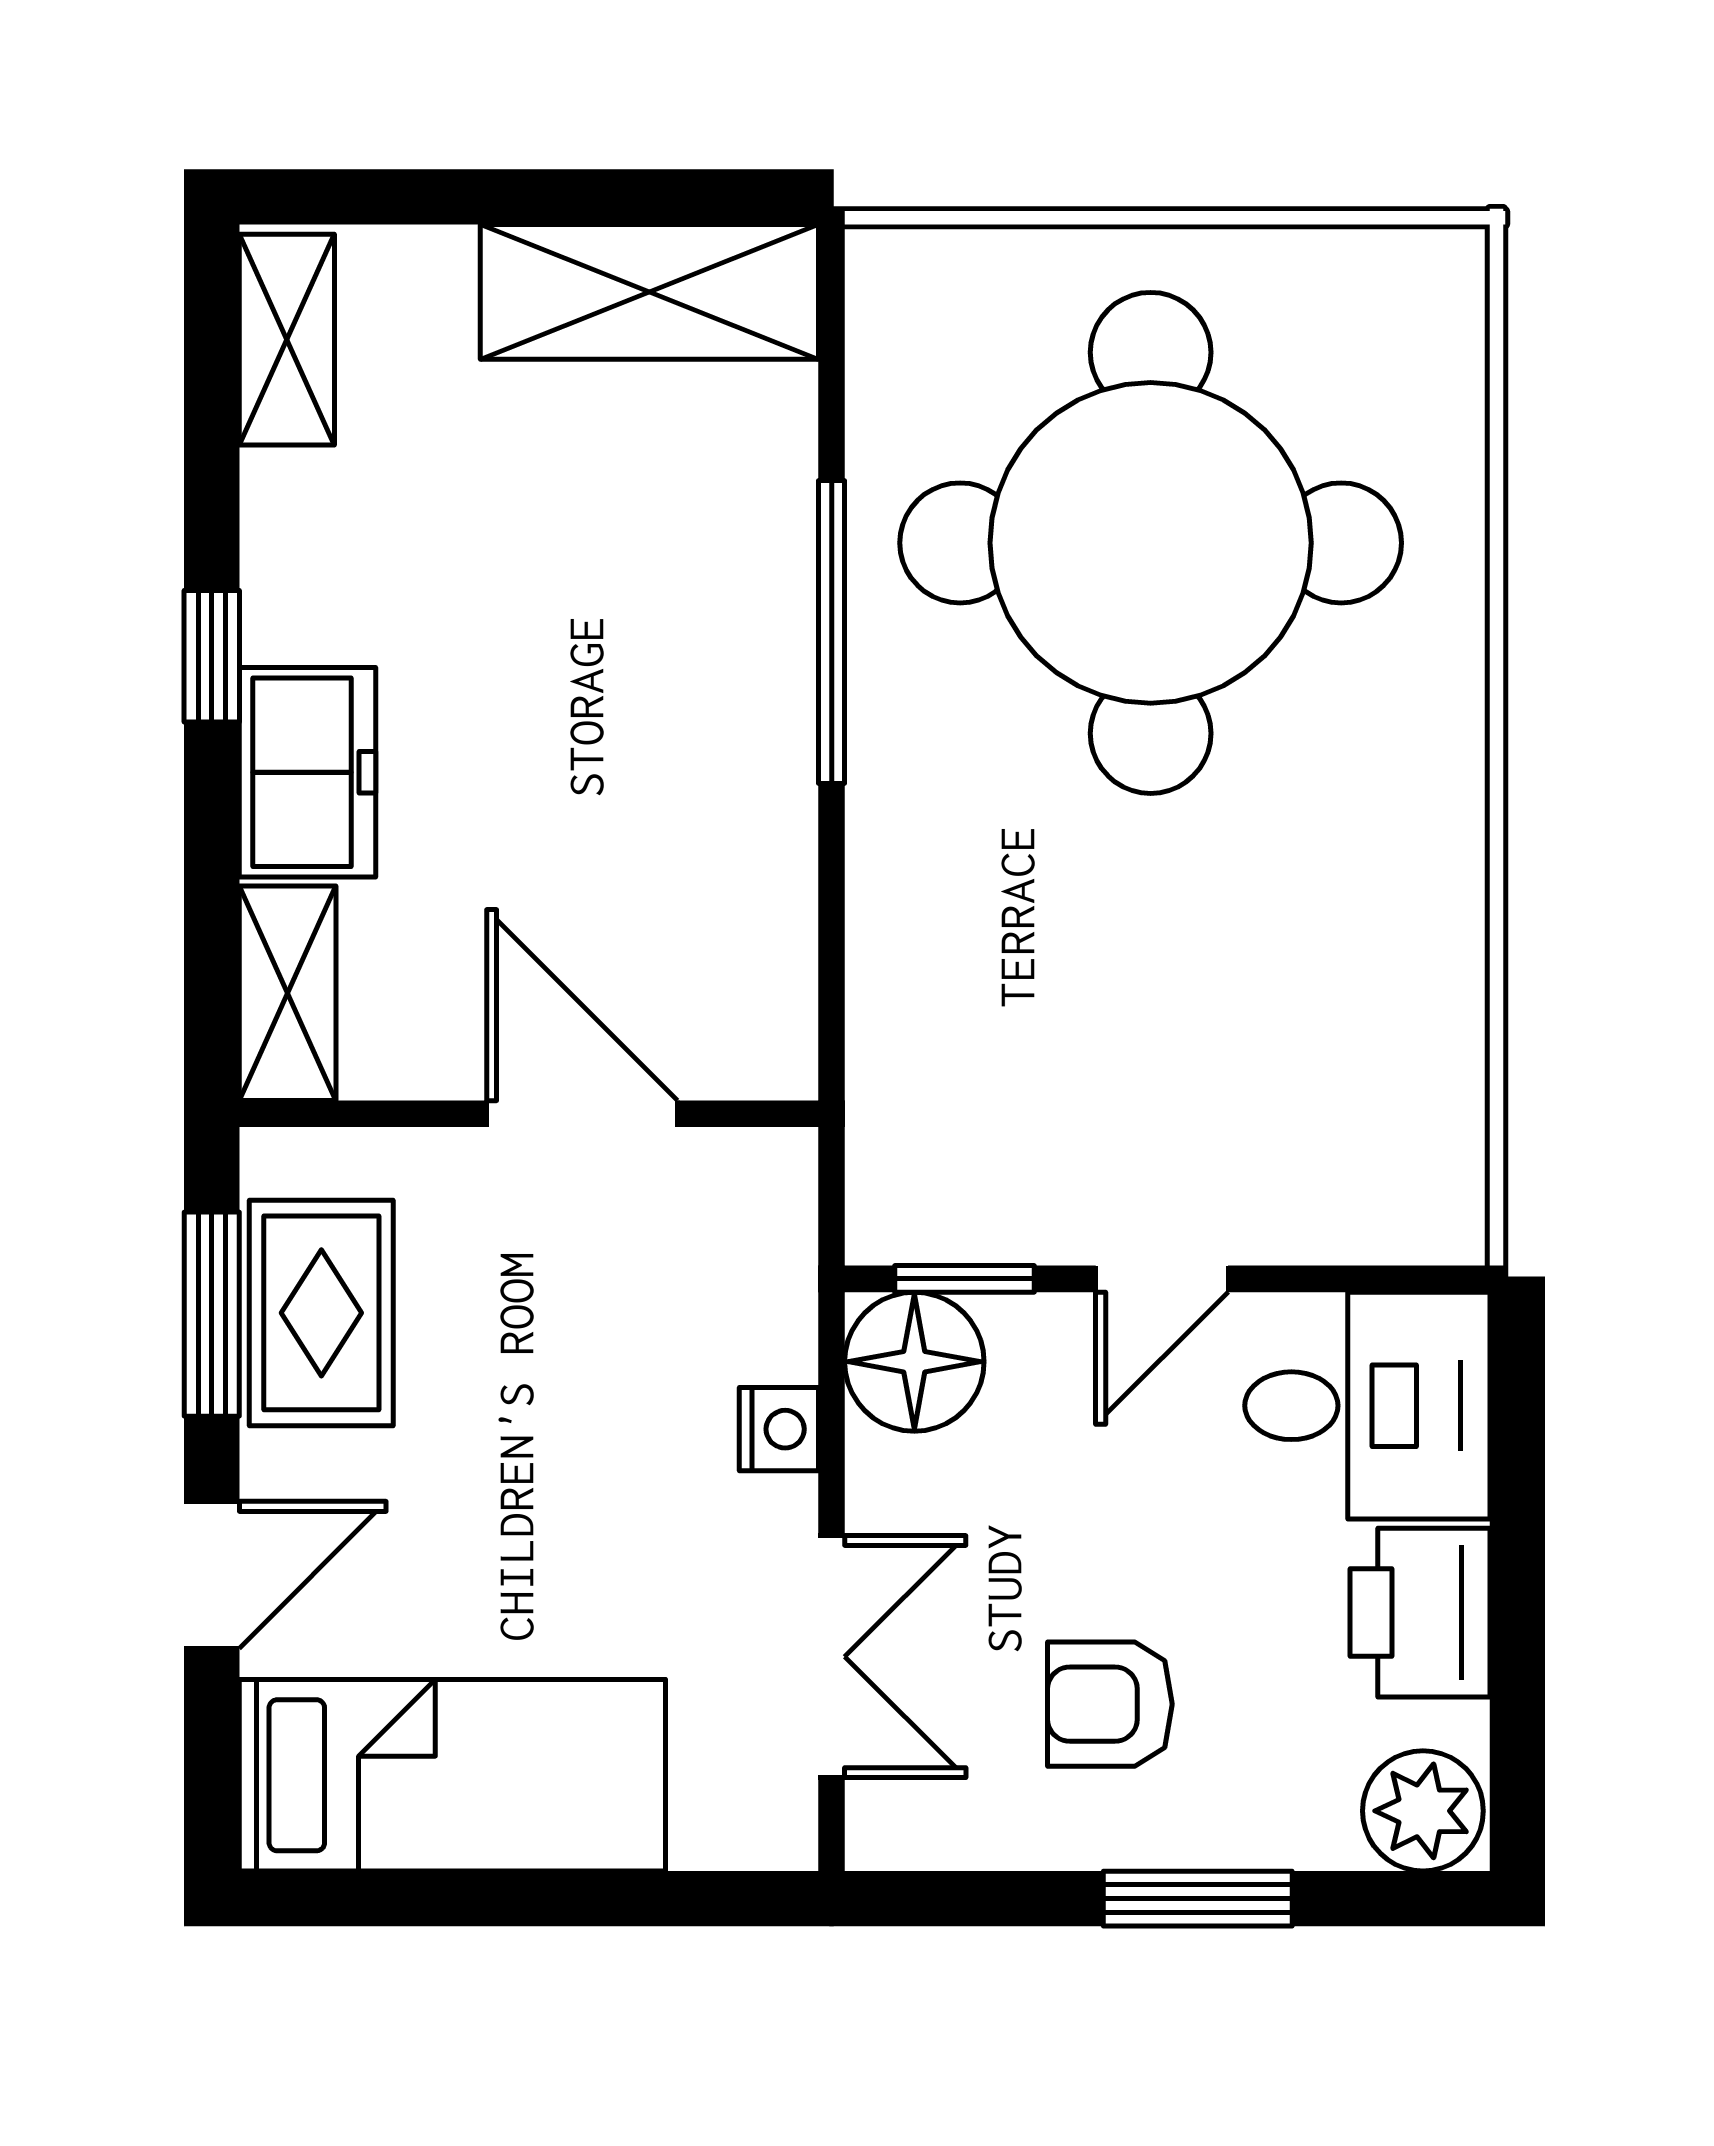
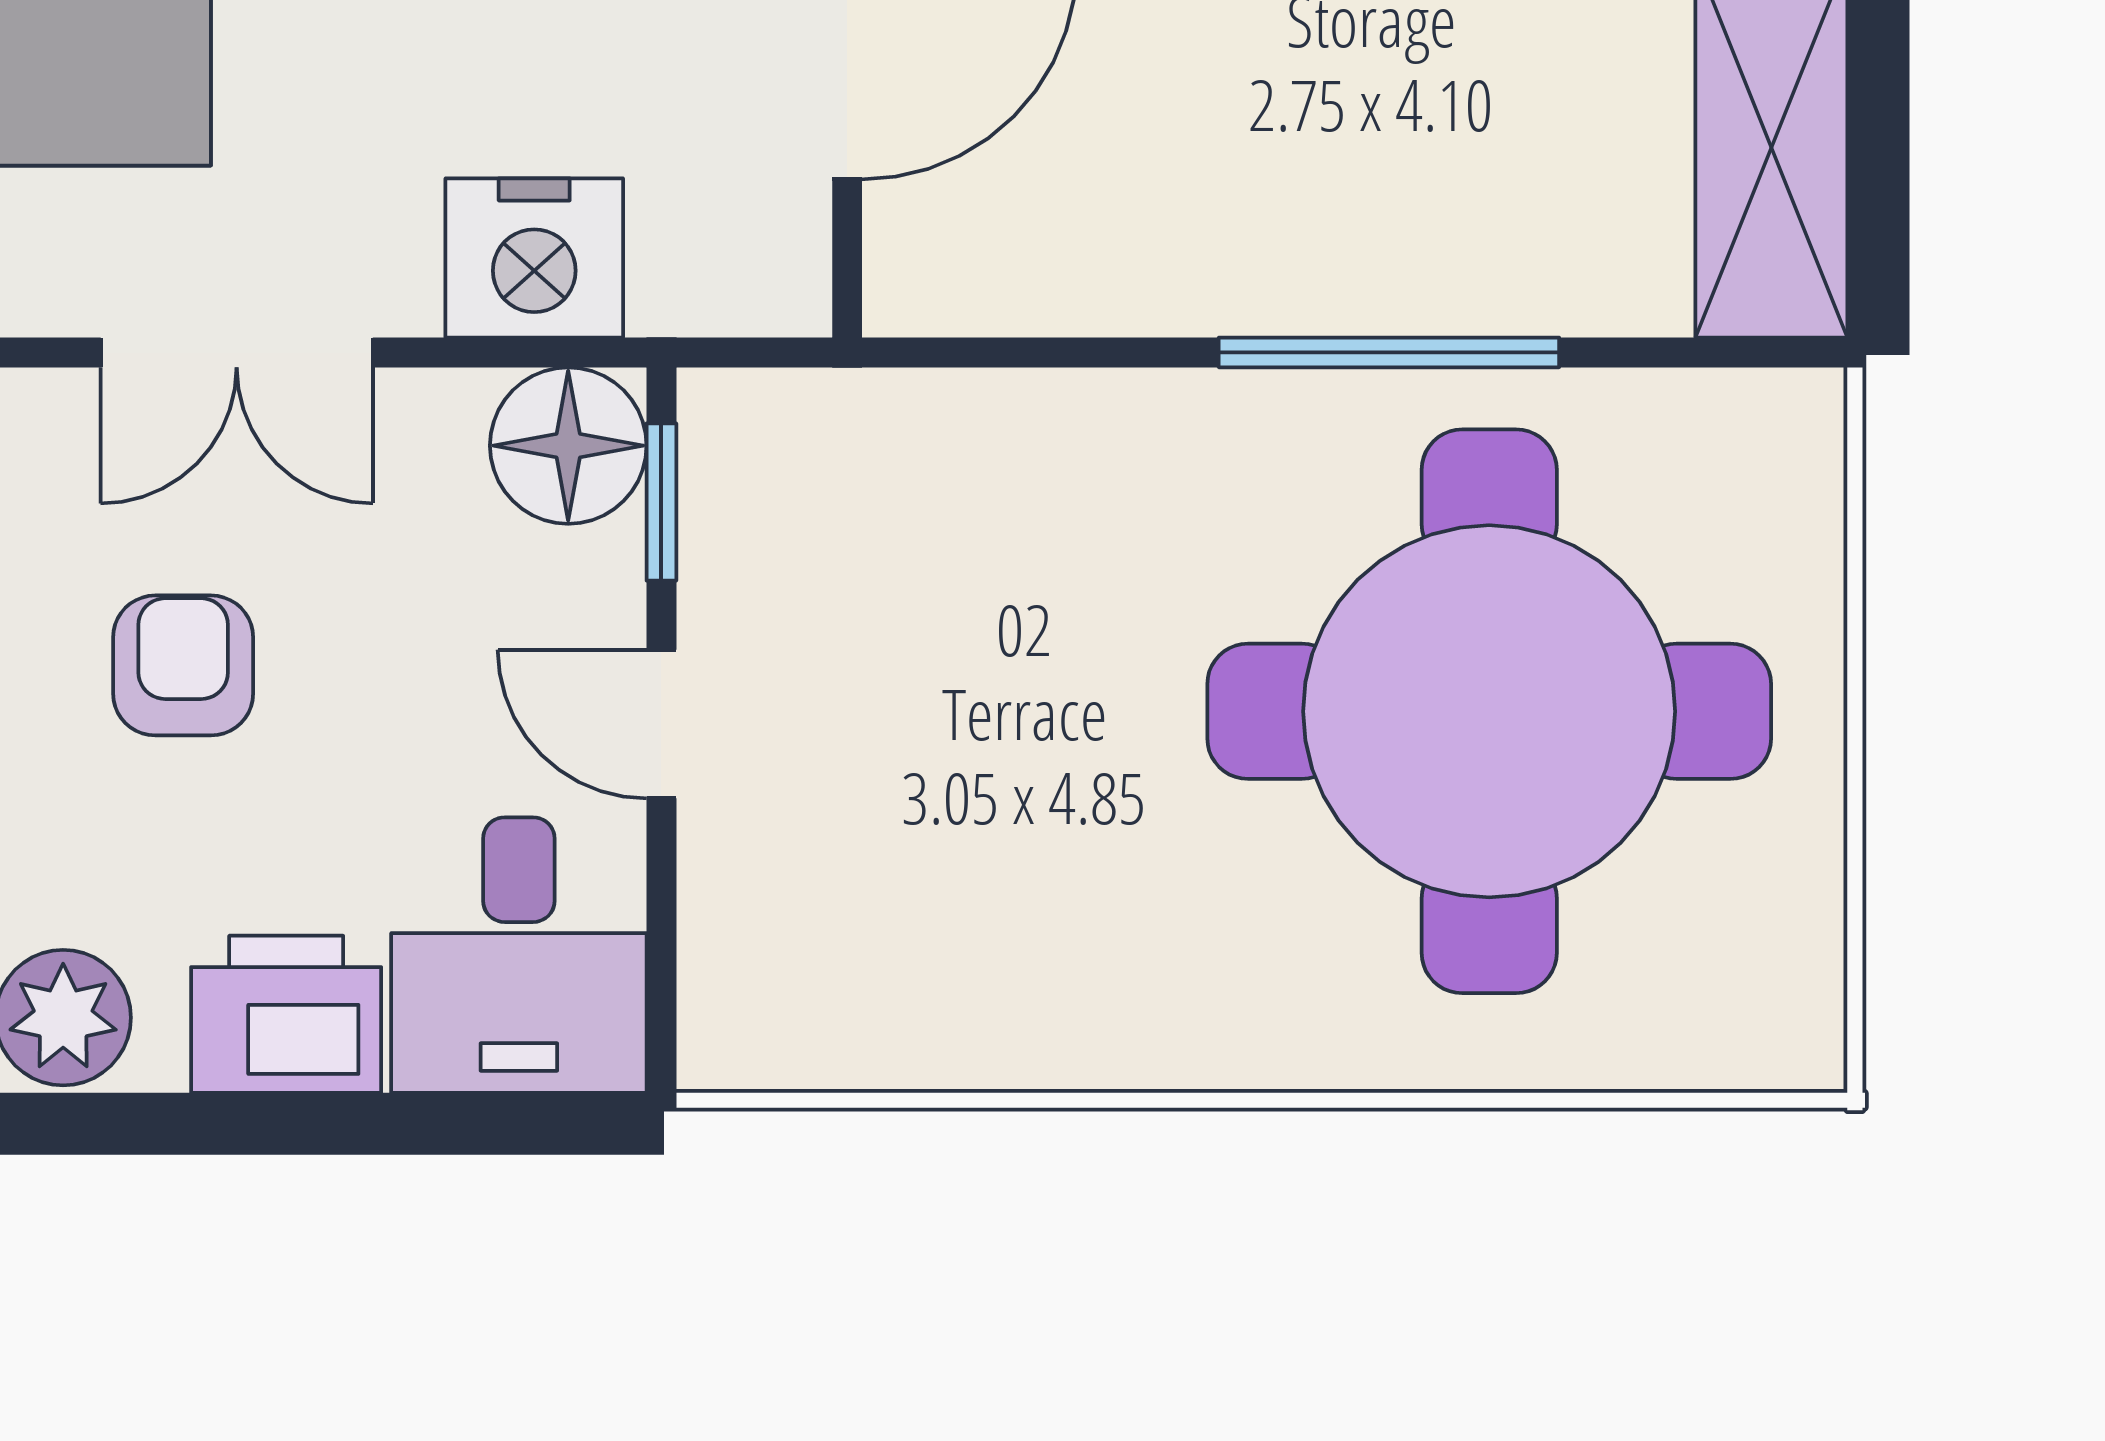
nightstand: (779, 1429) -> (534, 258), width x1.89, depth x1.79

